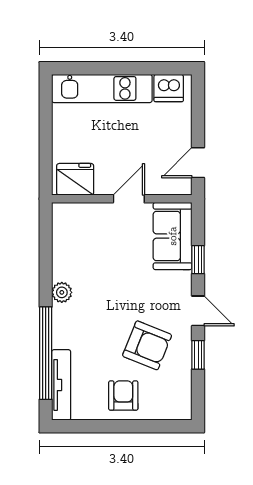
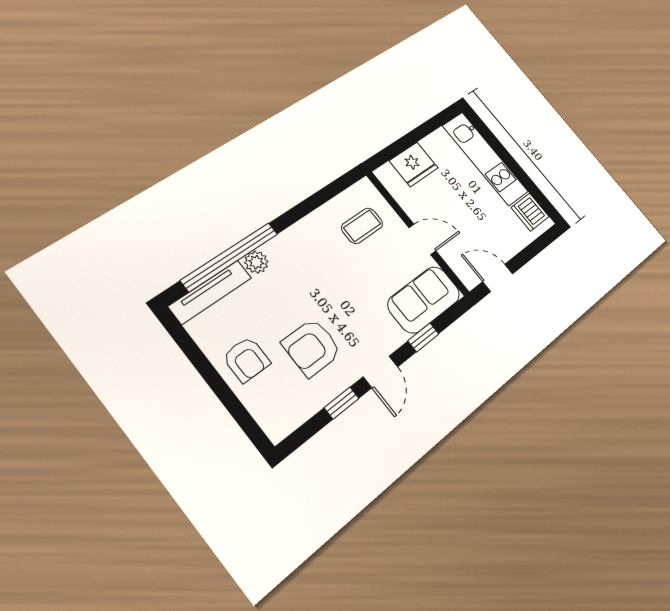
fridge: (75, 179) -> (414, 164), moved, turned 90
coffee table: (87, 238) -> (362, 226), added
plant: (62, 292) -> (256, 262), moved
armchair: (147, 345) -> (312, 347), turned 68
armchair: (123, 396) -> (246, 359), turned 90

